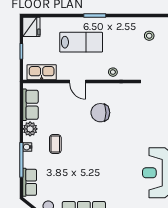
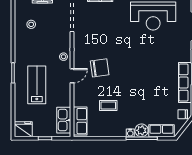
door: (78, 82) -> (72, 76), moved
row of seats: (30, 105) -> (80, 121), moved, turned 90
chair: (100, 113) -> (100, 68), turned -98
plant: (30, 129) -> (142, 130), moved
coffee table: (55, 144) -> (108, 105), moved

